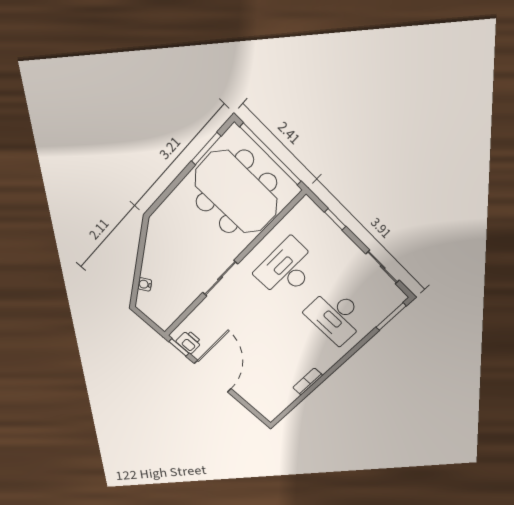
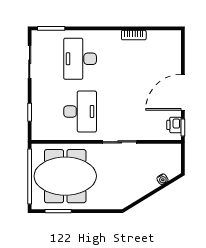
meeting table: (236, 192) -> (65, 176), turned 90
desk: (287, 269) -> (80, 111), turned -90
desk: (336, 316) -> (80, 59), turned 180

